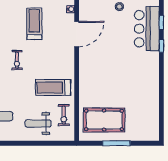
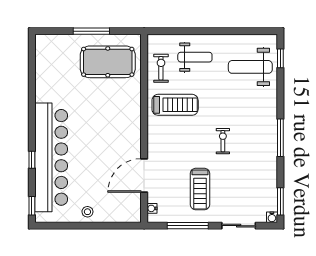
window: (161, 22) -> (32, 206), moved
bar counter: (147, 29) -> (51, 157), width x1.86

